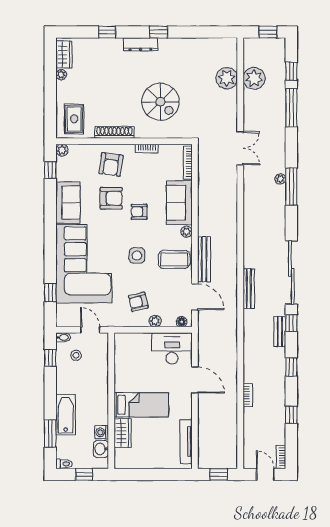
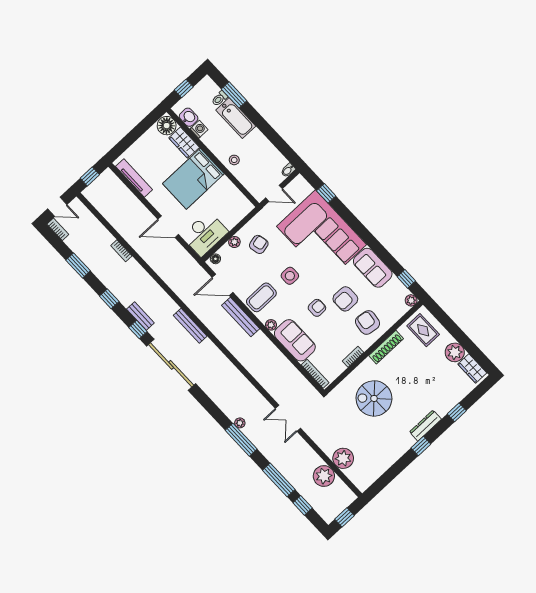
plant: (61, 75) -> (455, 352), width x1.88, depth x1.88
window: (291, 187) -> (241, 440), moved
stool: (76, 355) -> (234, 160), moved
window: (50, 358) -> (283, 148), removed
bed: (141, 405) -> (193, 179), width x1.50
window: (291, 415) -> (78, 265), width x1.50
floor lamp: (124, 458) -> (167, 126), added
toilet: (64, 464) -> (220, 98), moved

